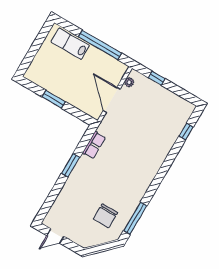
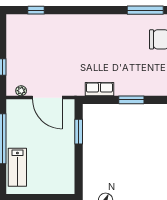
window: (54, 99) -> (79, 132), moved
door: (112, 100) -> (47, 98), hinge flipped

